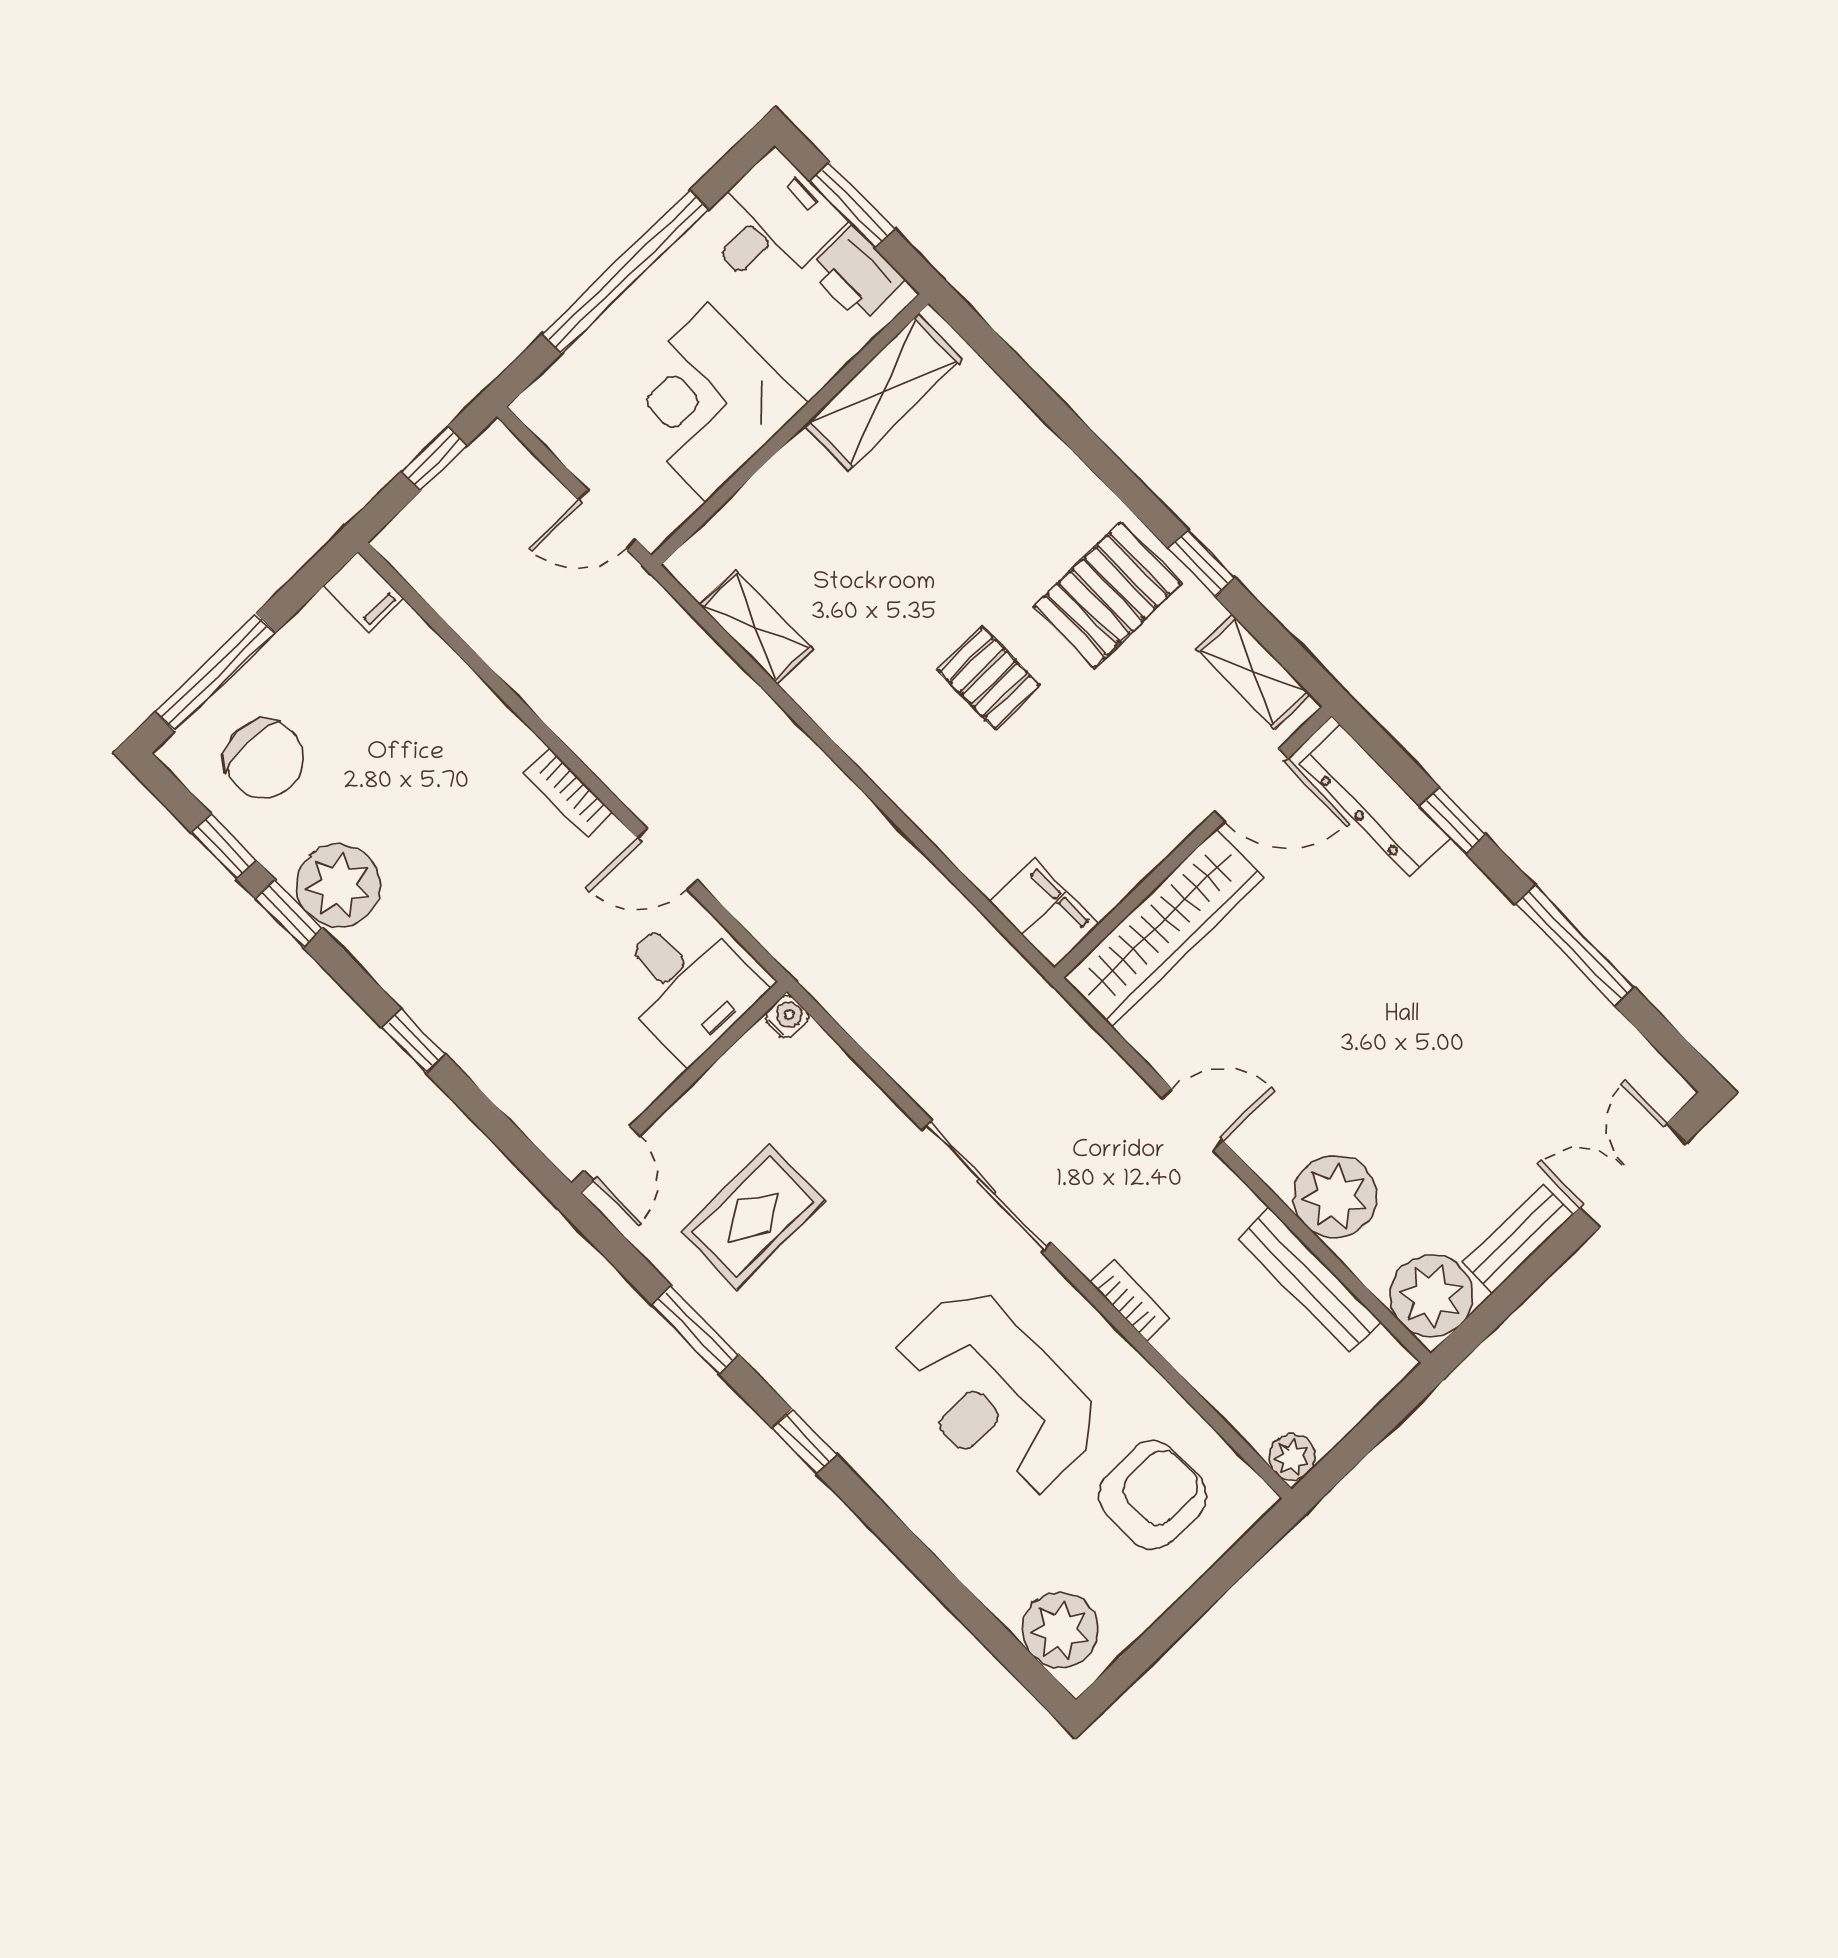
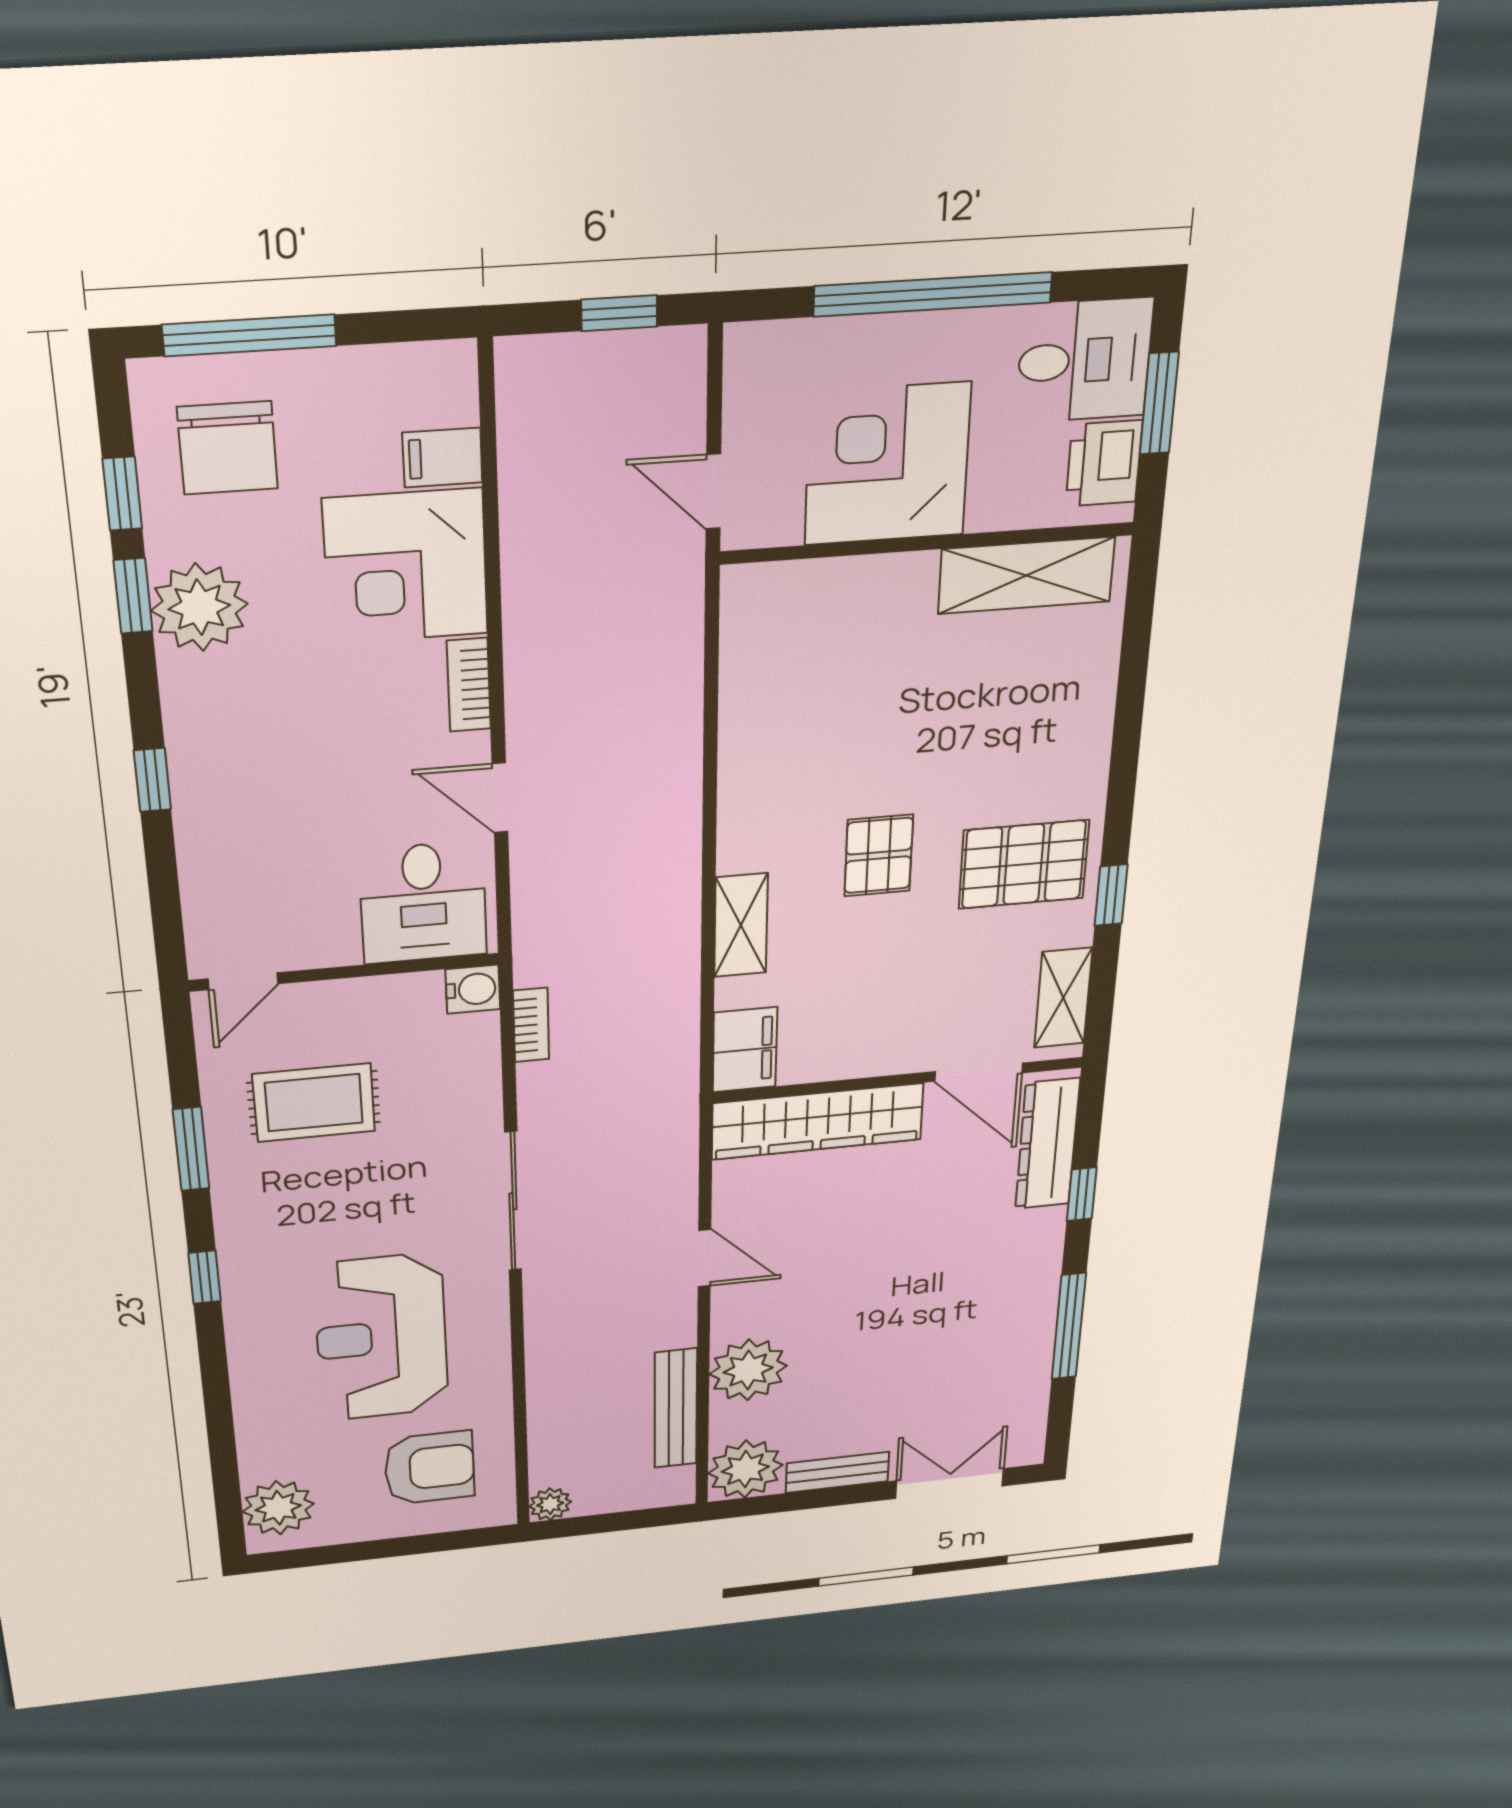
filing cabinet: (364, 592) -> (442, 458), moved, turned 90
shelving: (756, 627) -> (741, 925), moved
corner desk: (450, 743) -> (406, 567), added
water cooler: (787, 1017) -> (473, 989), width x1.38, depth x1.38
bookcase: (1130, 1300) -> (531, 1025), moved

